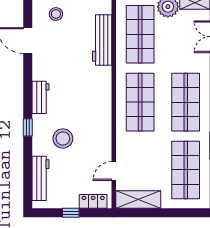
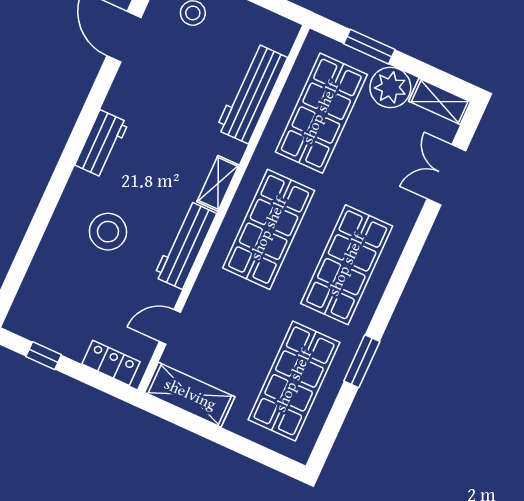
shelving: (105, 91) -> (218, 183), added
window: (28, 127) -> (57, 185), removed
workbench: (40, 178) -> (185, 245), moved, turned 180
window: (71, 213) -> (44, 356), moved

